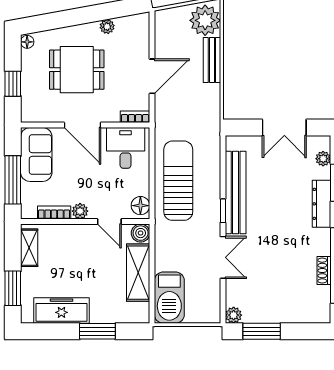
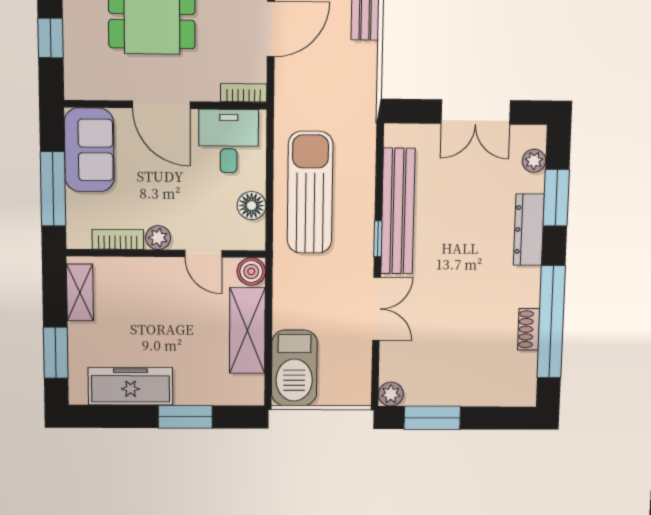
floor lamp: (140, 206) -> (252, 206), moved

